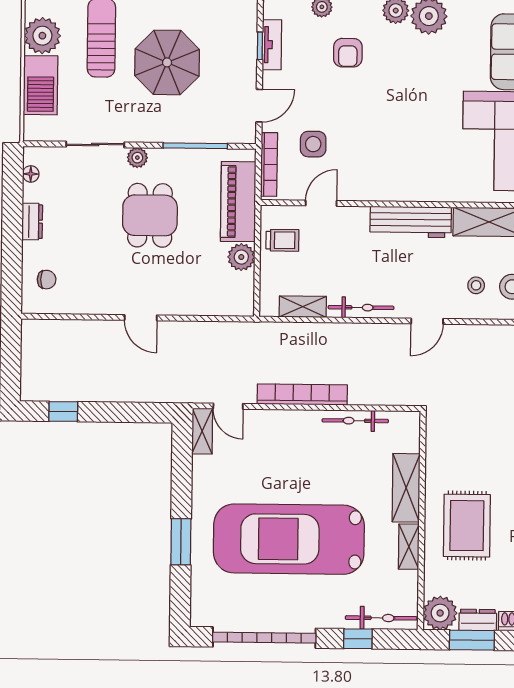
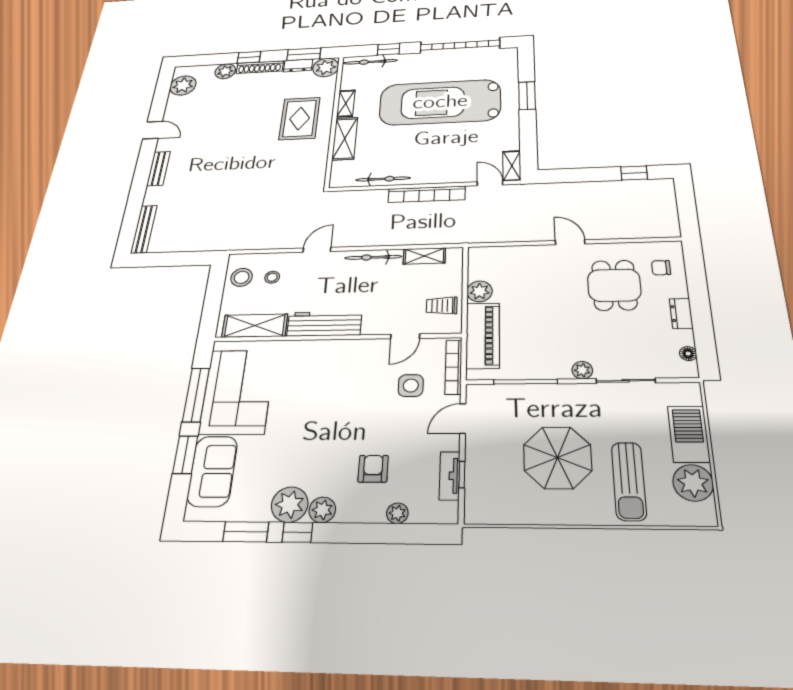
dining table: (150, 215) -> (614, 285), moved
car: (289, 539) -> (440, 102), turned 180

